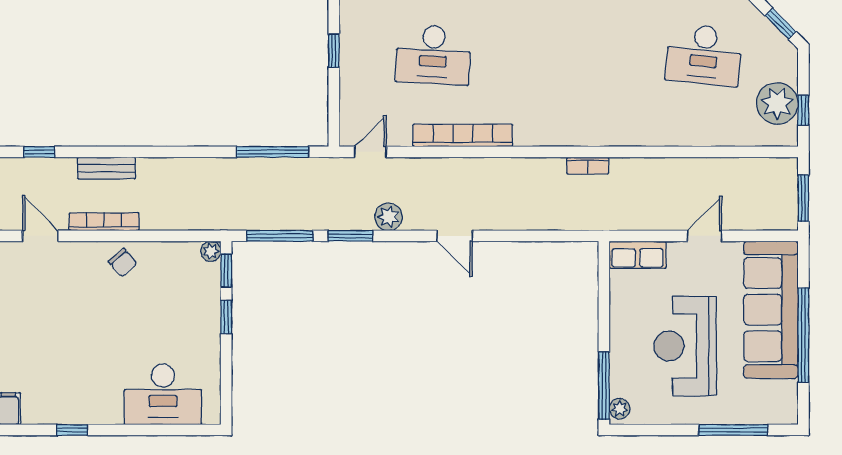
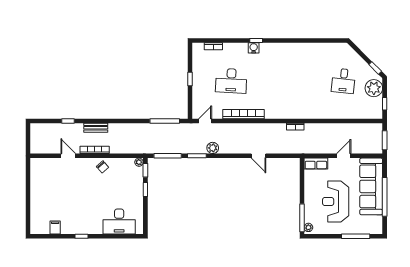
desk: (704, 55) -> (343, 81), width x0.73
plant: (777, 103) -> (374, 88), moved
door: (455, 236) -> (258, 156), moved

